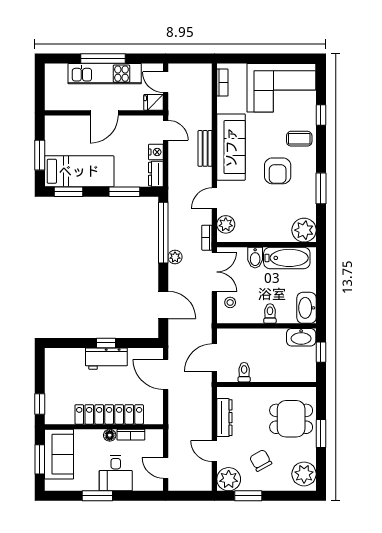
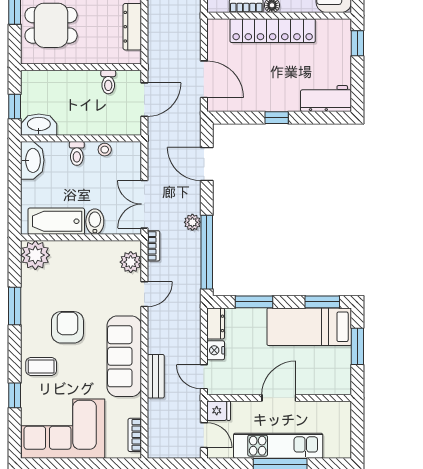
bench: (205, 148) -> (156, 376), moved
stool: (230, 302) -> (105, 150), moved
workbench: (106, 359) -> (326, 99), moved

